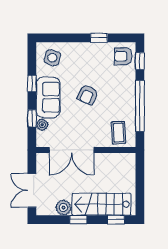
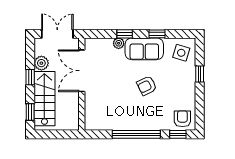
window: (99, 38) -> (200, 74), moved
armchair: (88, 95) -> (147, 86), turned -52
coffee table: (118, 133) -> (111, 114), removed
double door: (72, 150) -> (82, 71), moved
wall: (86, 150) -> (82, 84), moved

